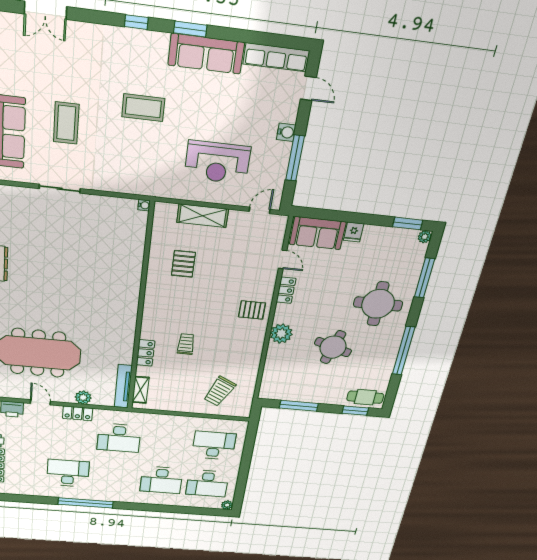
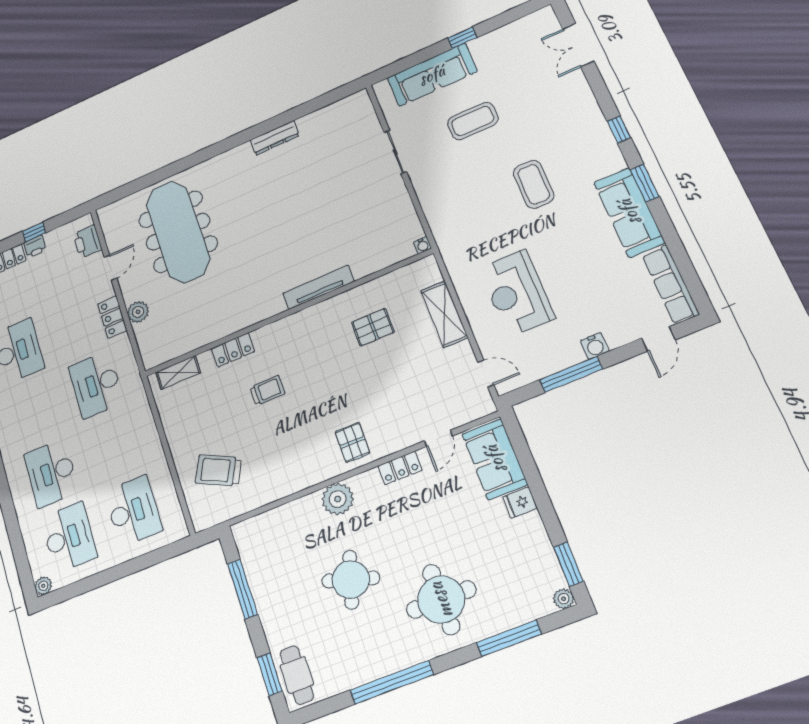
tv unit: (123, 386) -> (318, 287), moved
desk: (207, 483) -> (69, 537), turned 180

